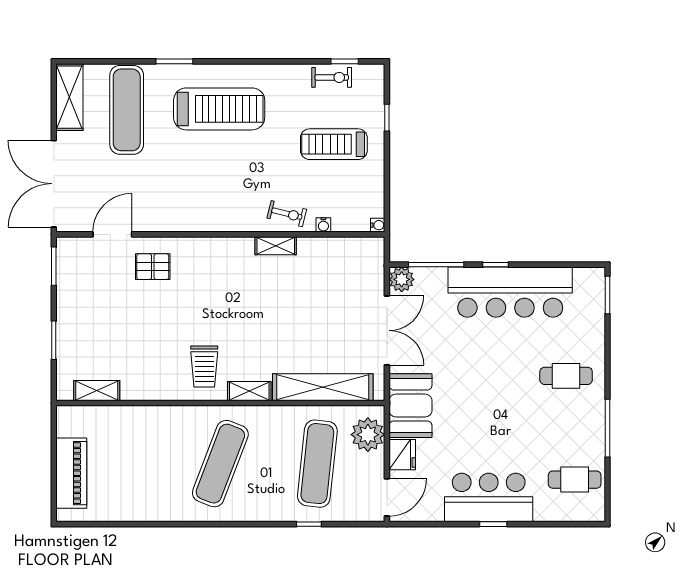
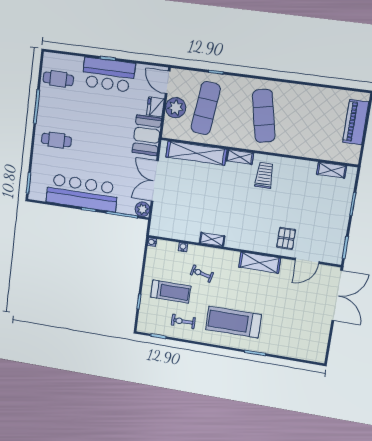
exercise bike: (332, 77) -> (183, 321), moved
shelving: (69, 97) -> (260, 263), moved, turned 90
exercise mat: (127, 110) -> (287, 330), removed
exercise bike: (287, 214) -> (202, 274), moved
pallet: (153, 267) -> (286, 238), turned 90
plant: (368, 435) -> (176, 108), moved
exercise mat: (220, 464) -> (264, 116), turned -33
door: (387, 497) -> (168, 82), hinge flipped

